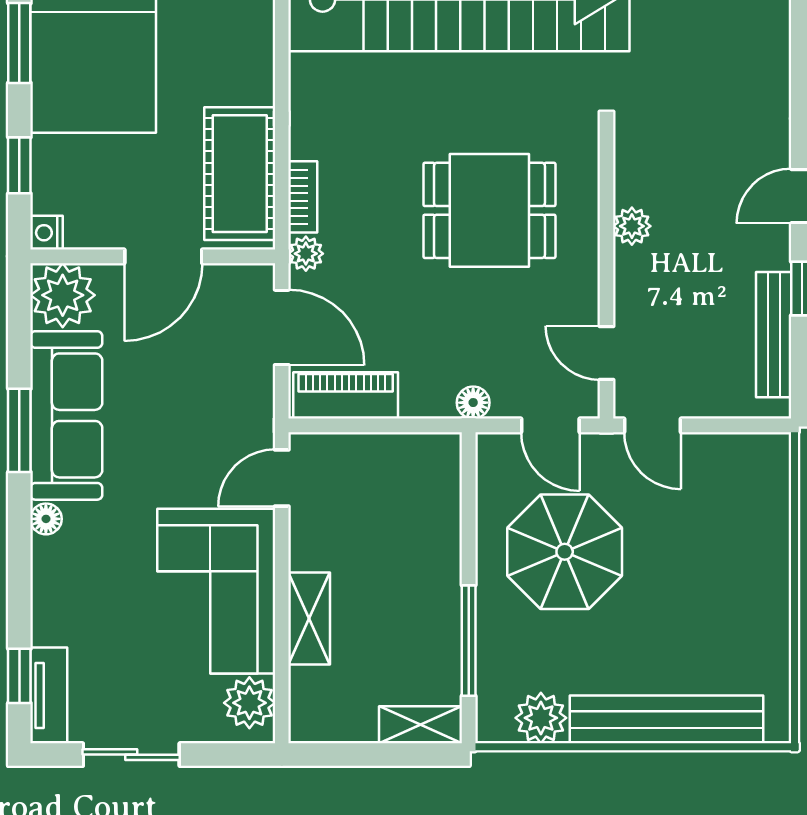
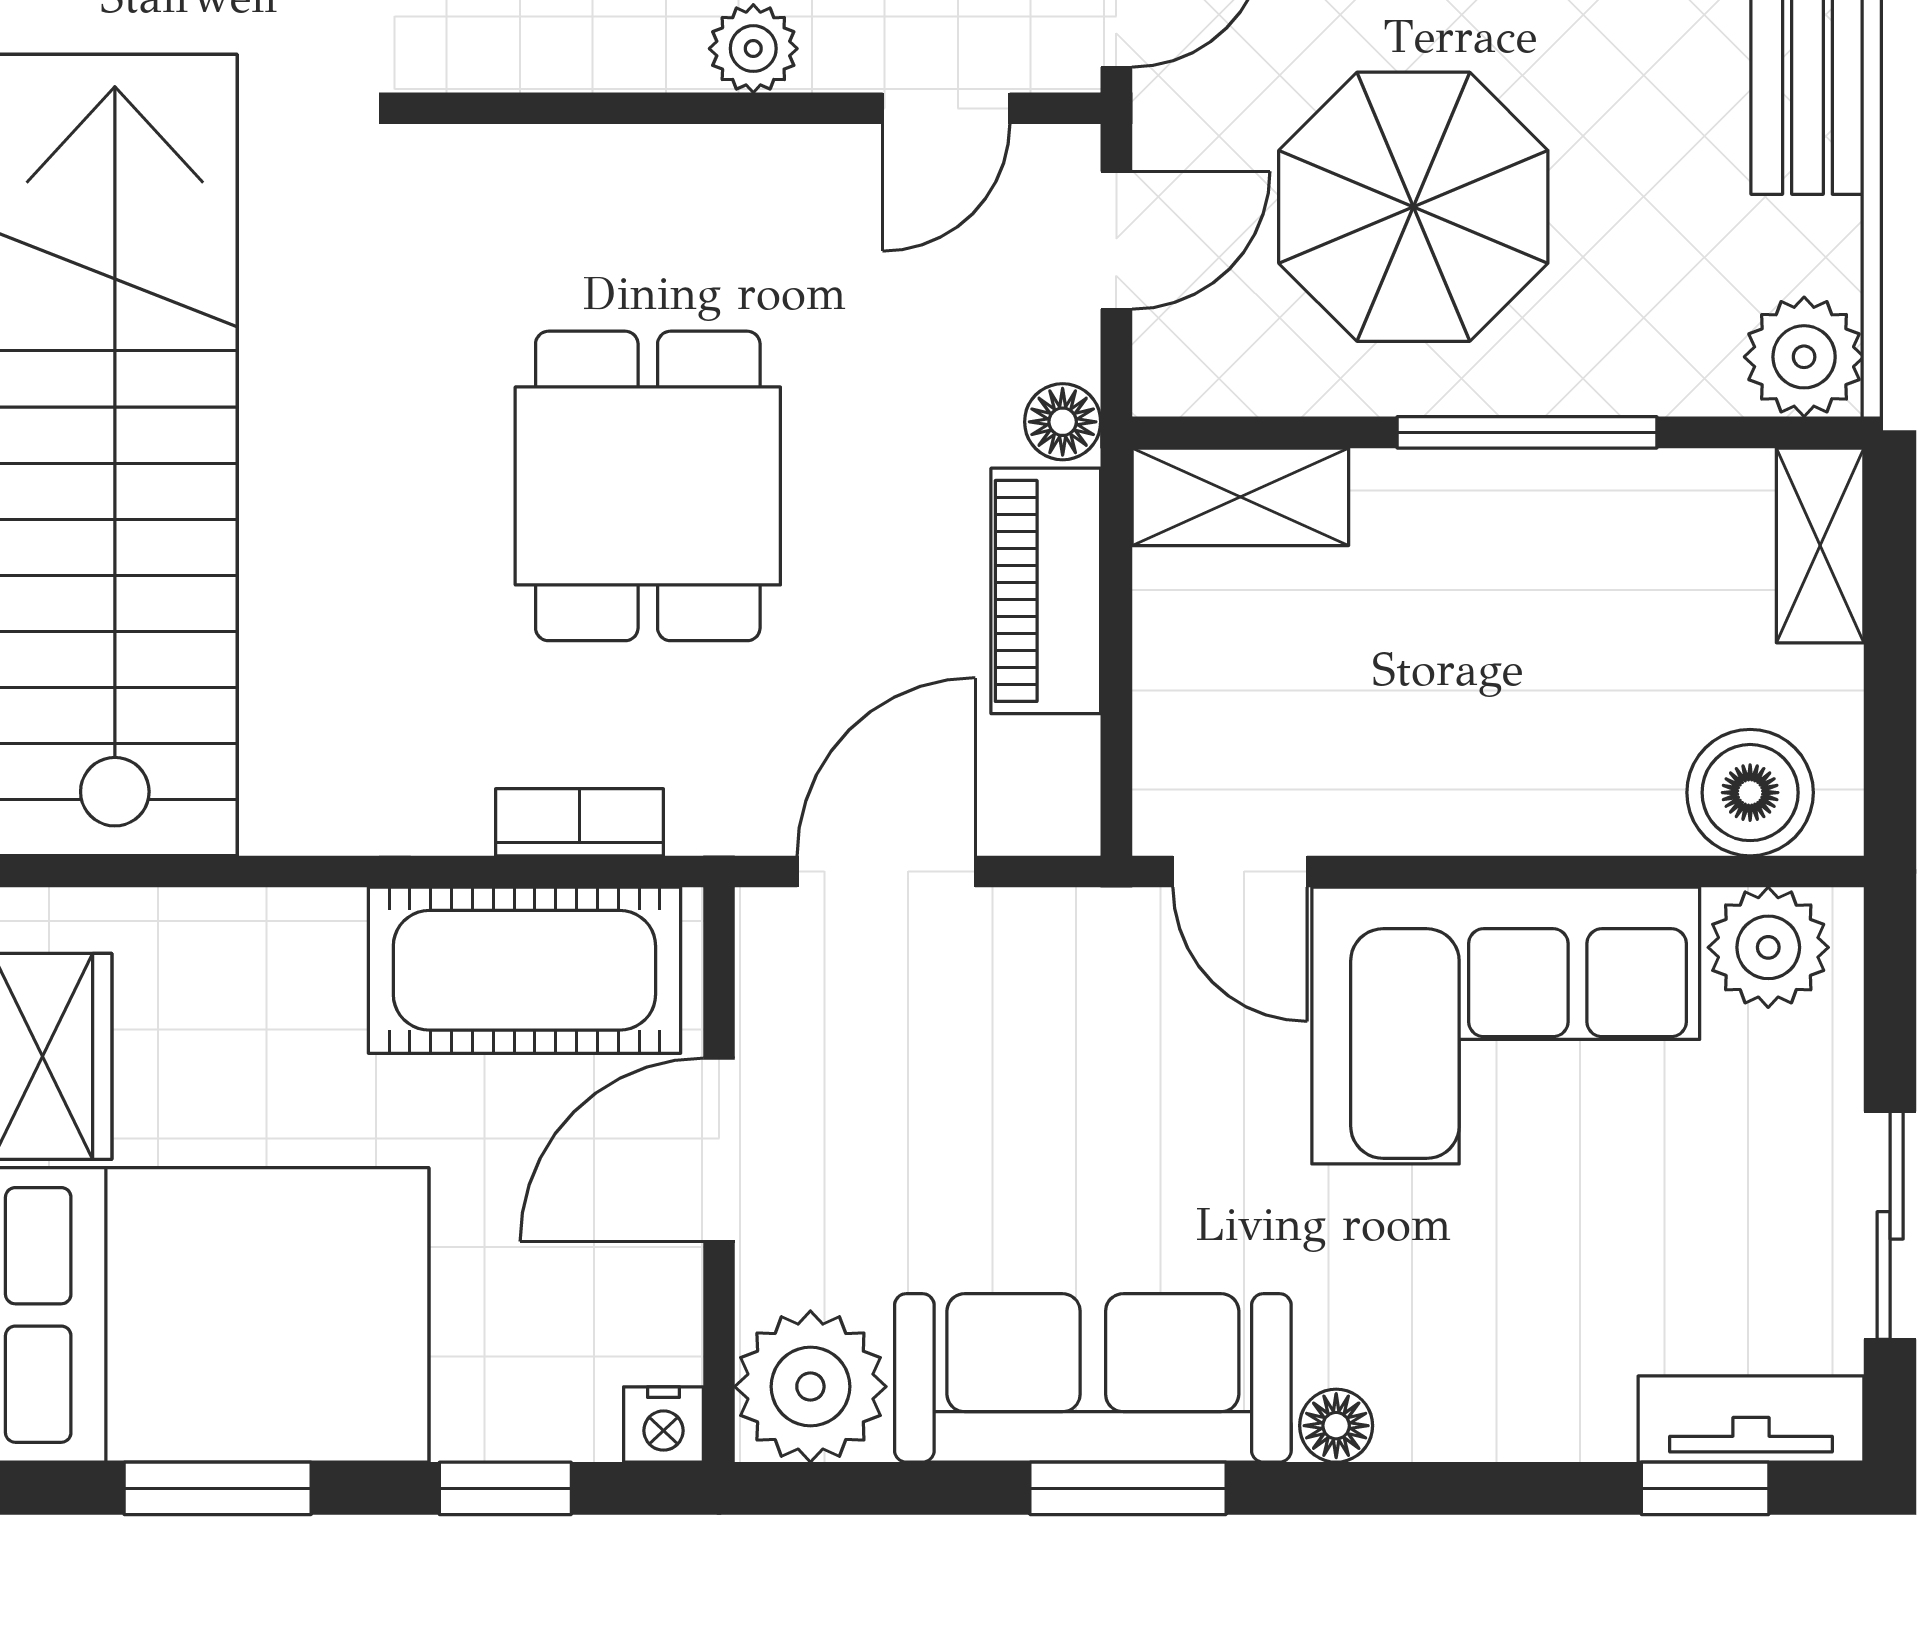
dining table: (489, 210) -> (648, 486), moved
plant: (632, 226) -> (753, 49), moved
plant: (306, 254) -> (713, 815), removed
door: (163, 256) -> (719, 1150), swing flipped
piano: (346, 395) -> (1046, 591), moved
shelving: (309, 618) -> (1240, 497), moved
window: (469, 641) -> (1527, 432), moved
boiler: (315, 695) -> (1750, 793), added
plant: (541, 718) -> (1804, 357), moved

